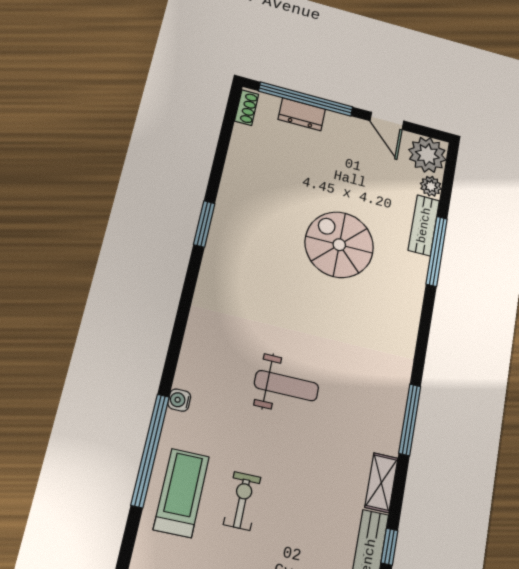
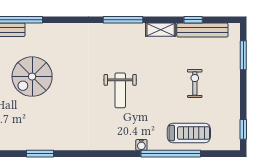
weight bench: (286, 386) -> (120, 90), turned 180
treadmill: (181, 493) -> (189, 133), turned 180
exercise bike: (242, 501) -> (195, 83), moved, turned 90

